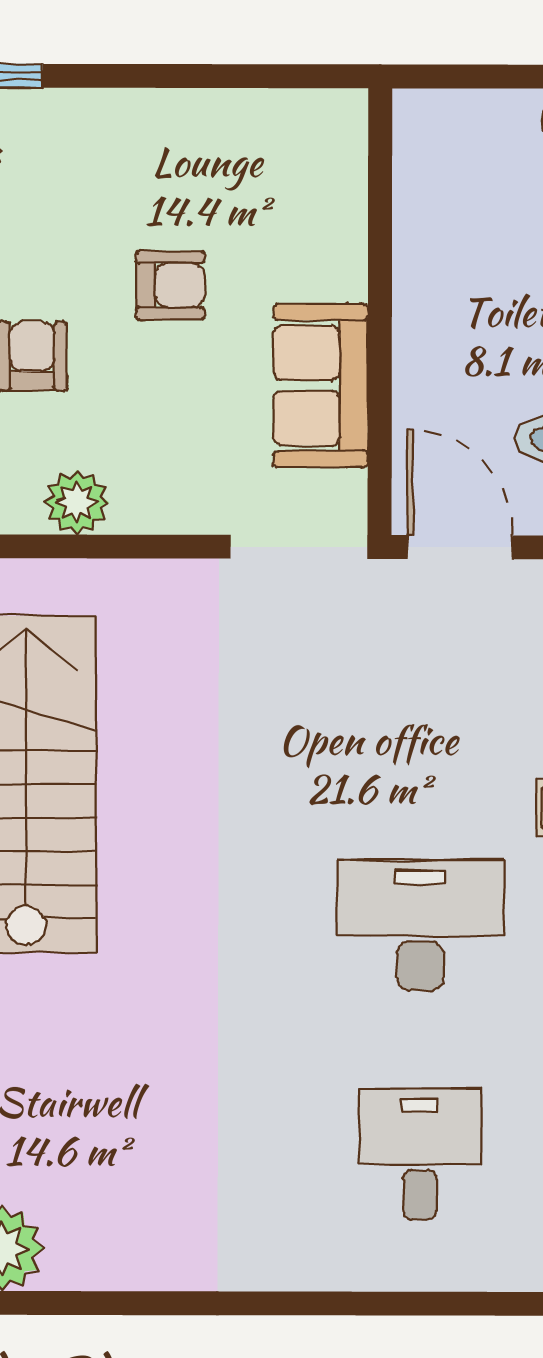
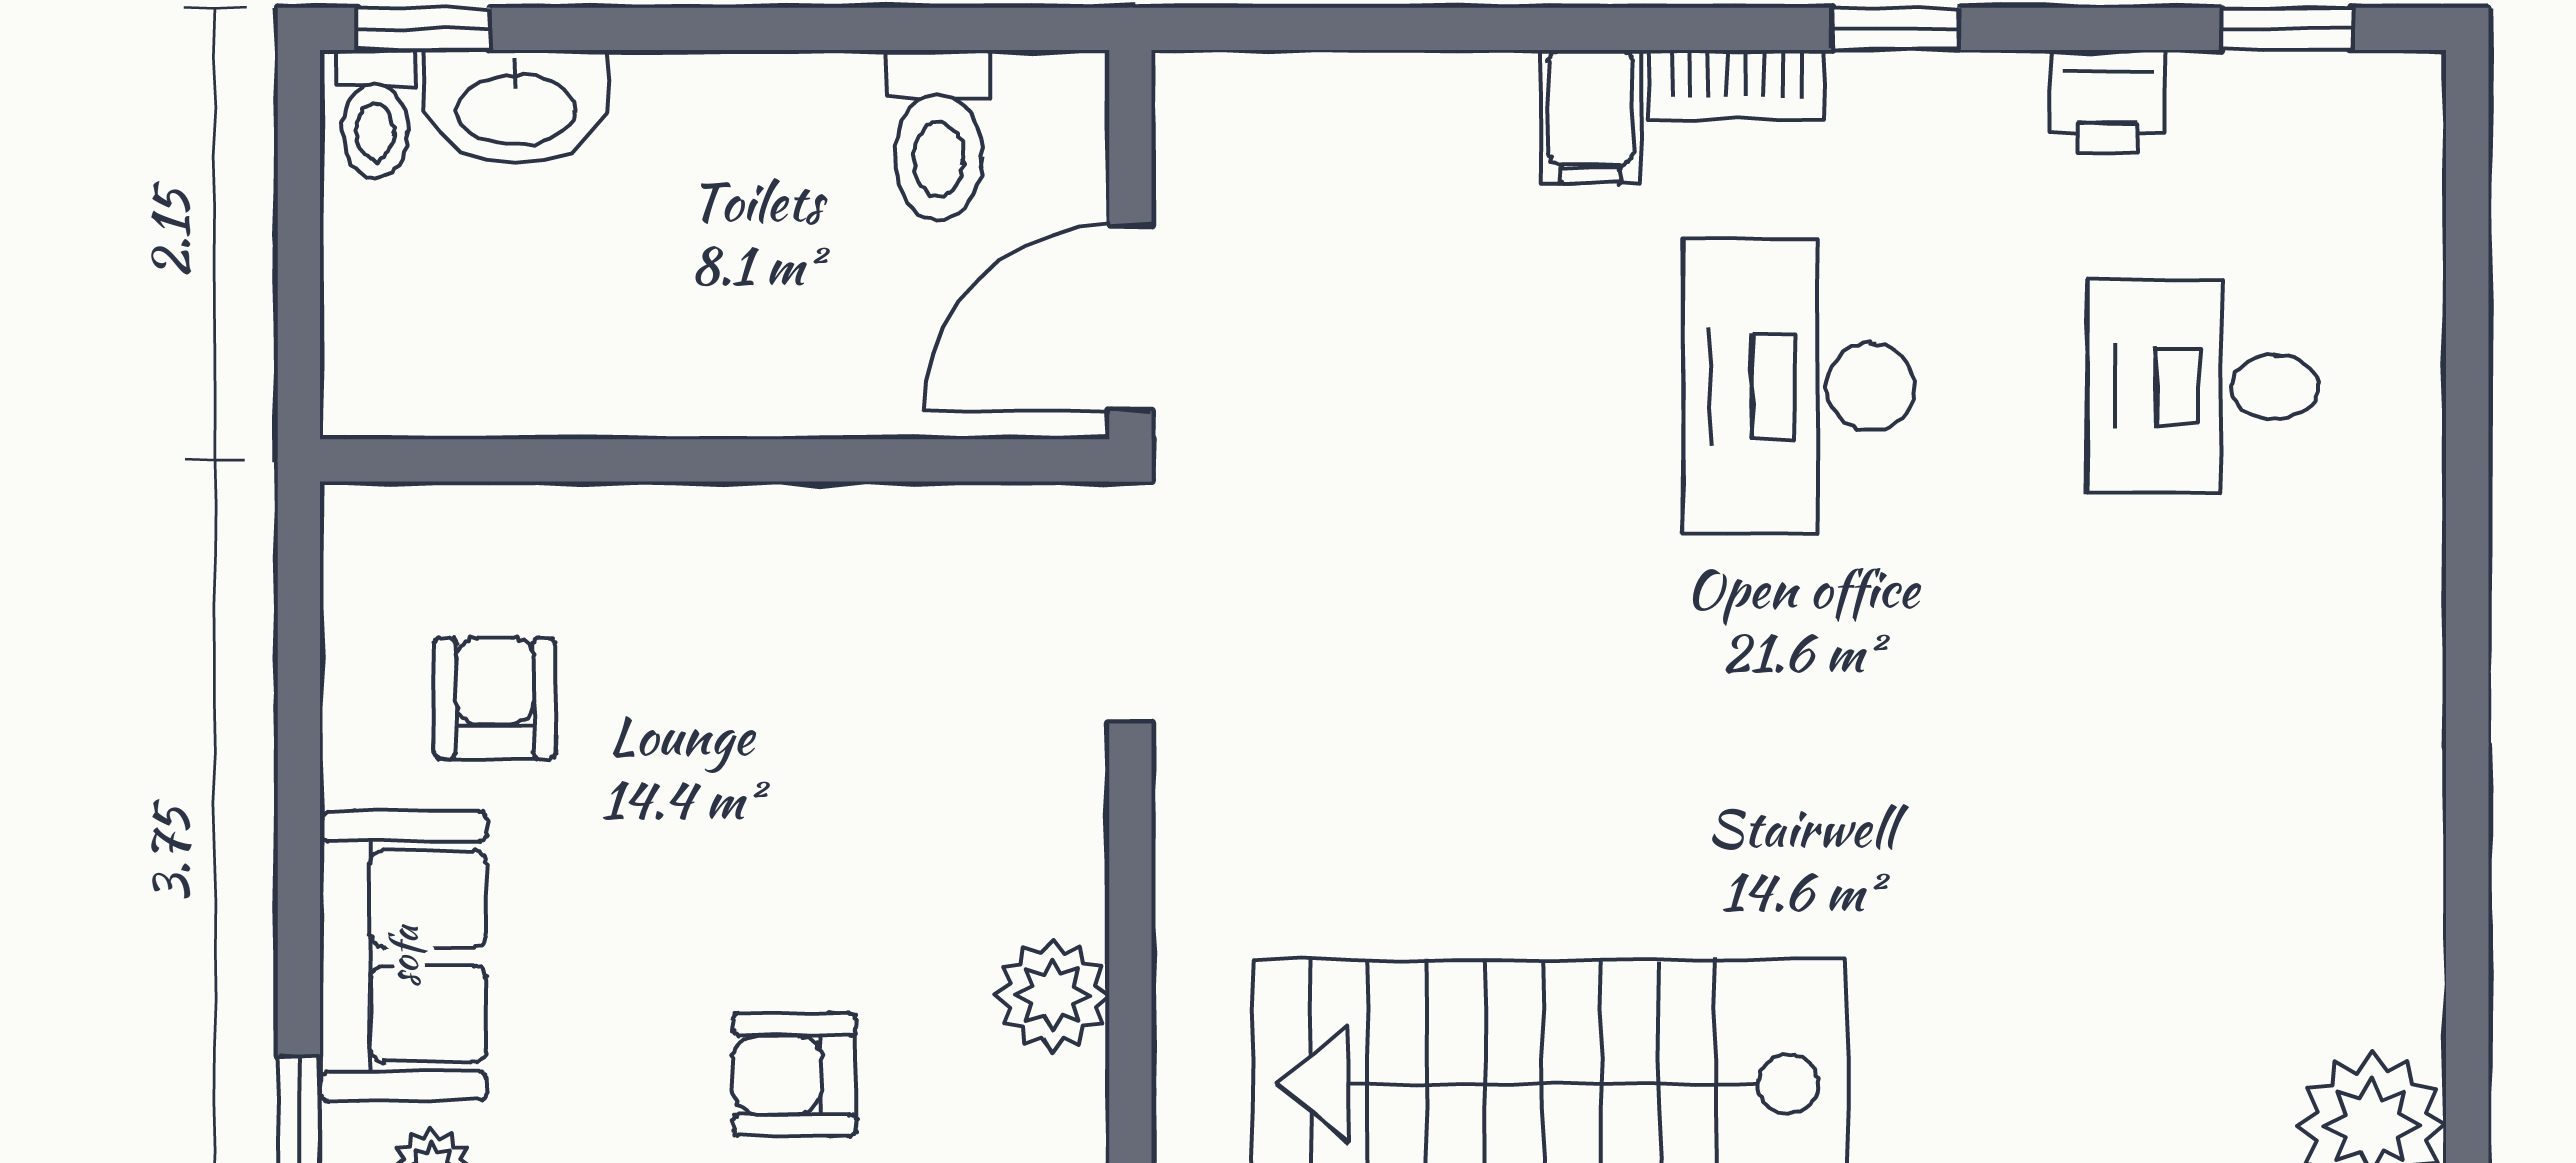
armchair: (170, 285) -> (495, 698), moved
sofa: (321, 385) -> (403, 956), moved, turned -90

